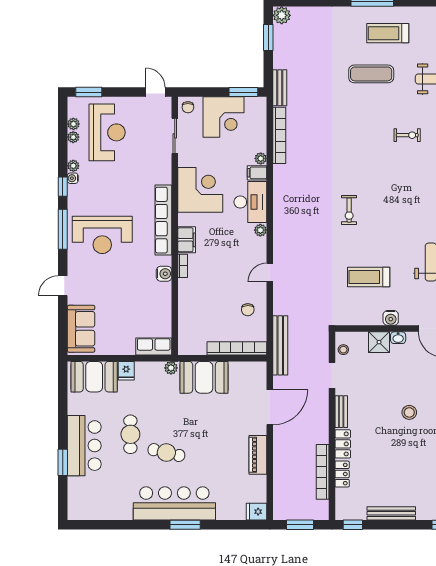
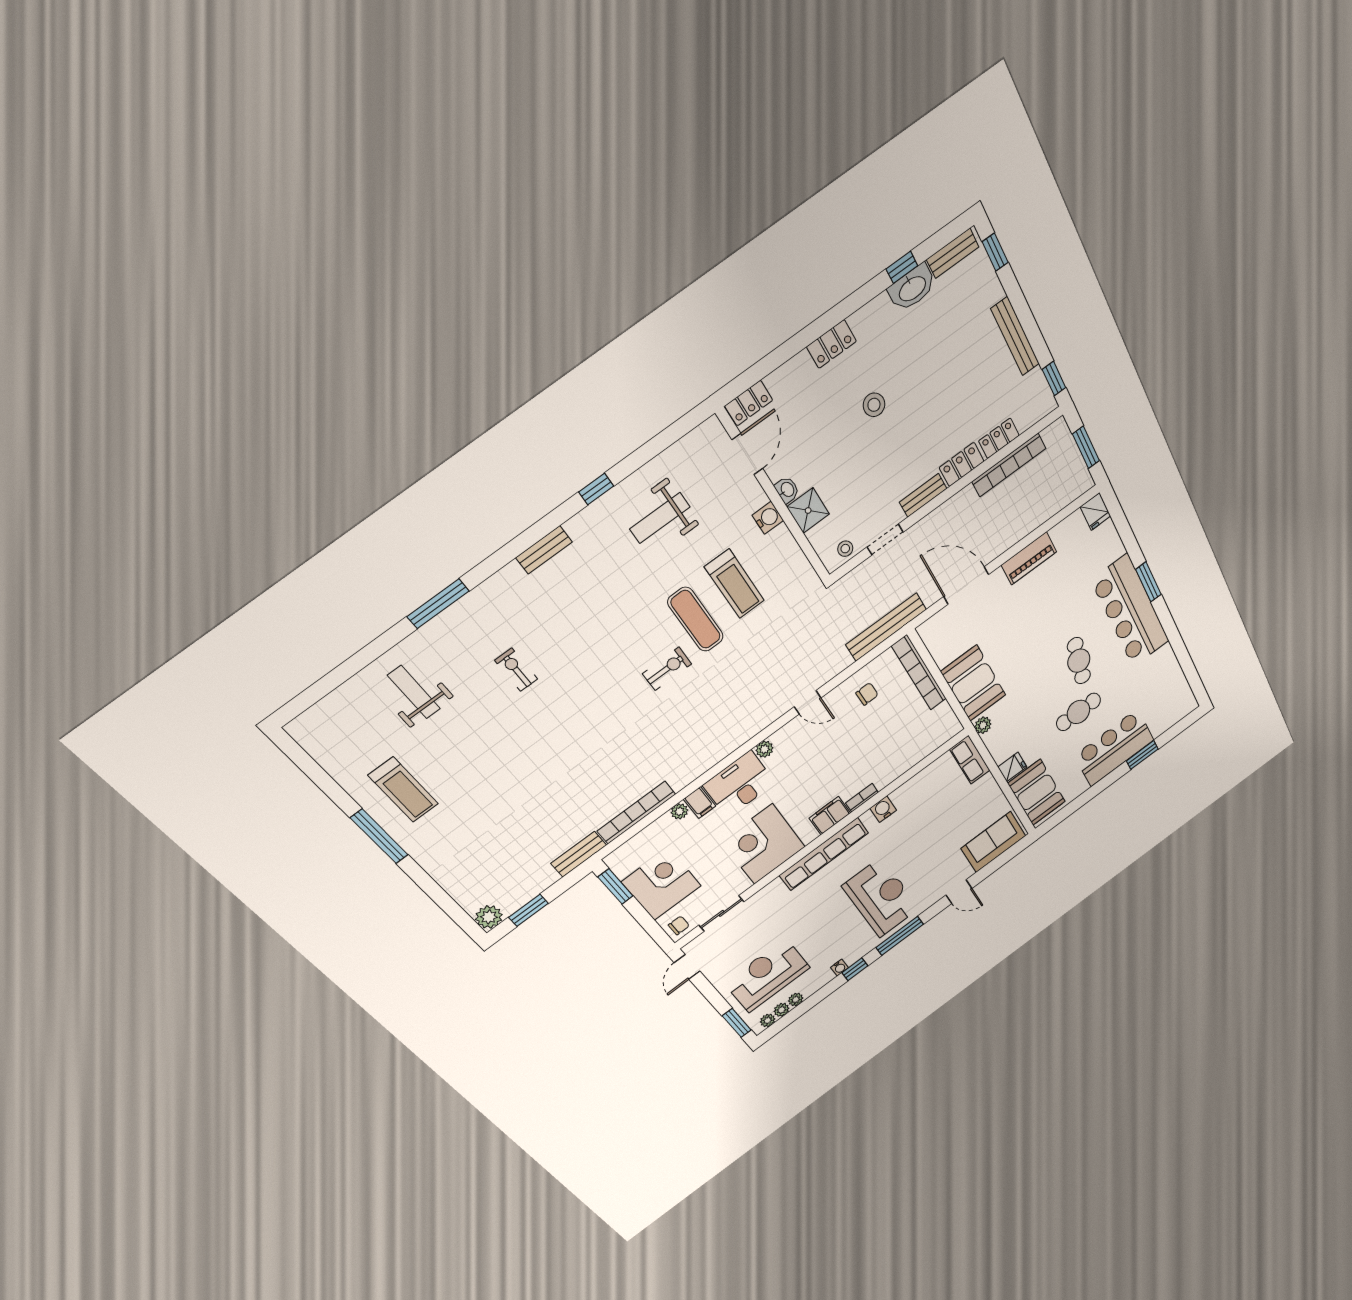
exercise mat: (371, 74) -> (696, 619), moved
plant: (73, 166) -> (768, 1020), moved

